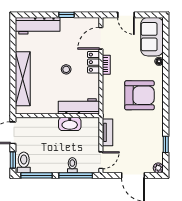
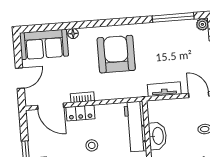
window: (166, 144) -> (173, 17), width x2.17

